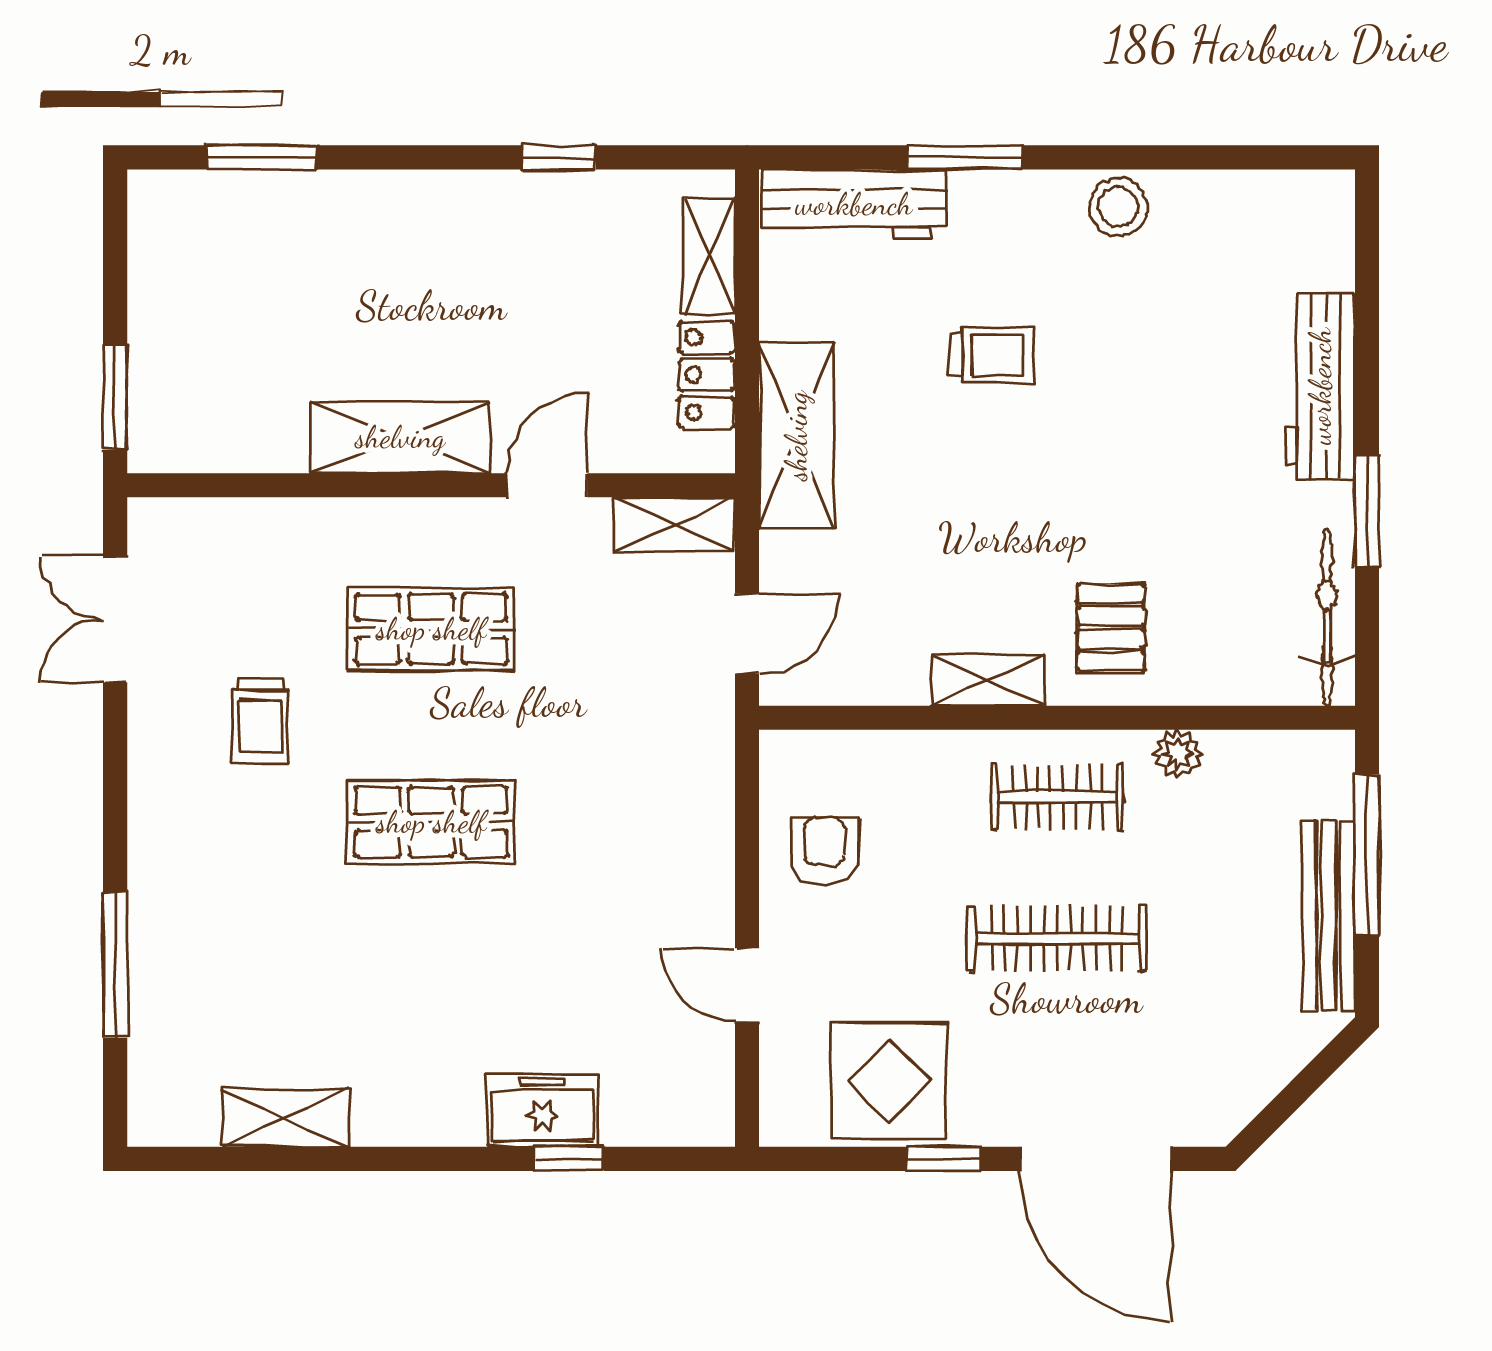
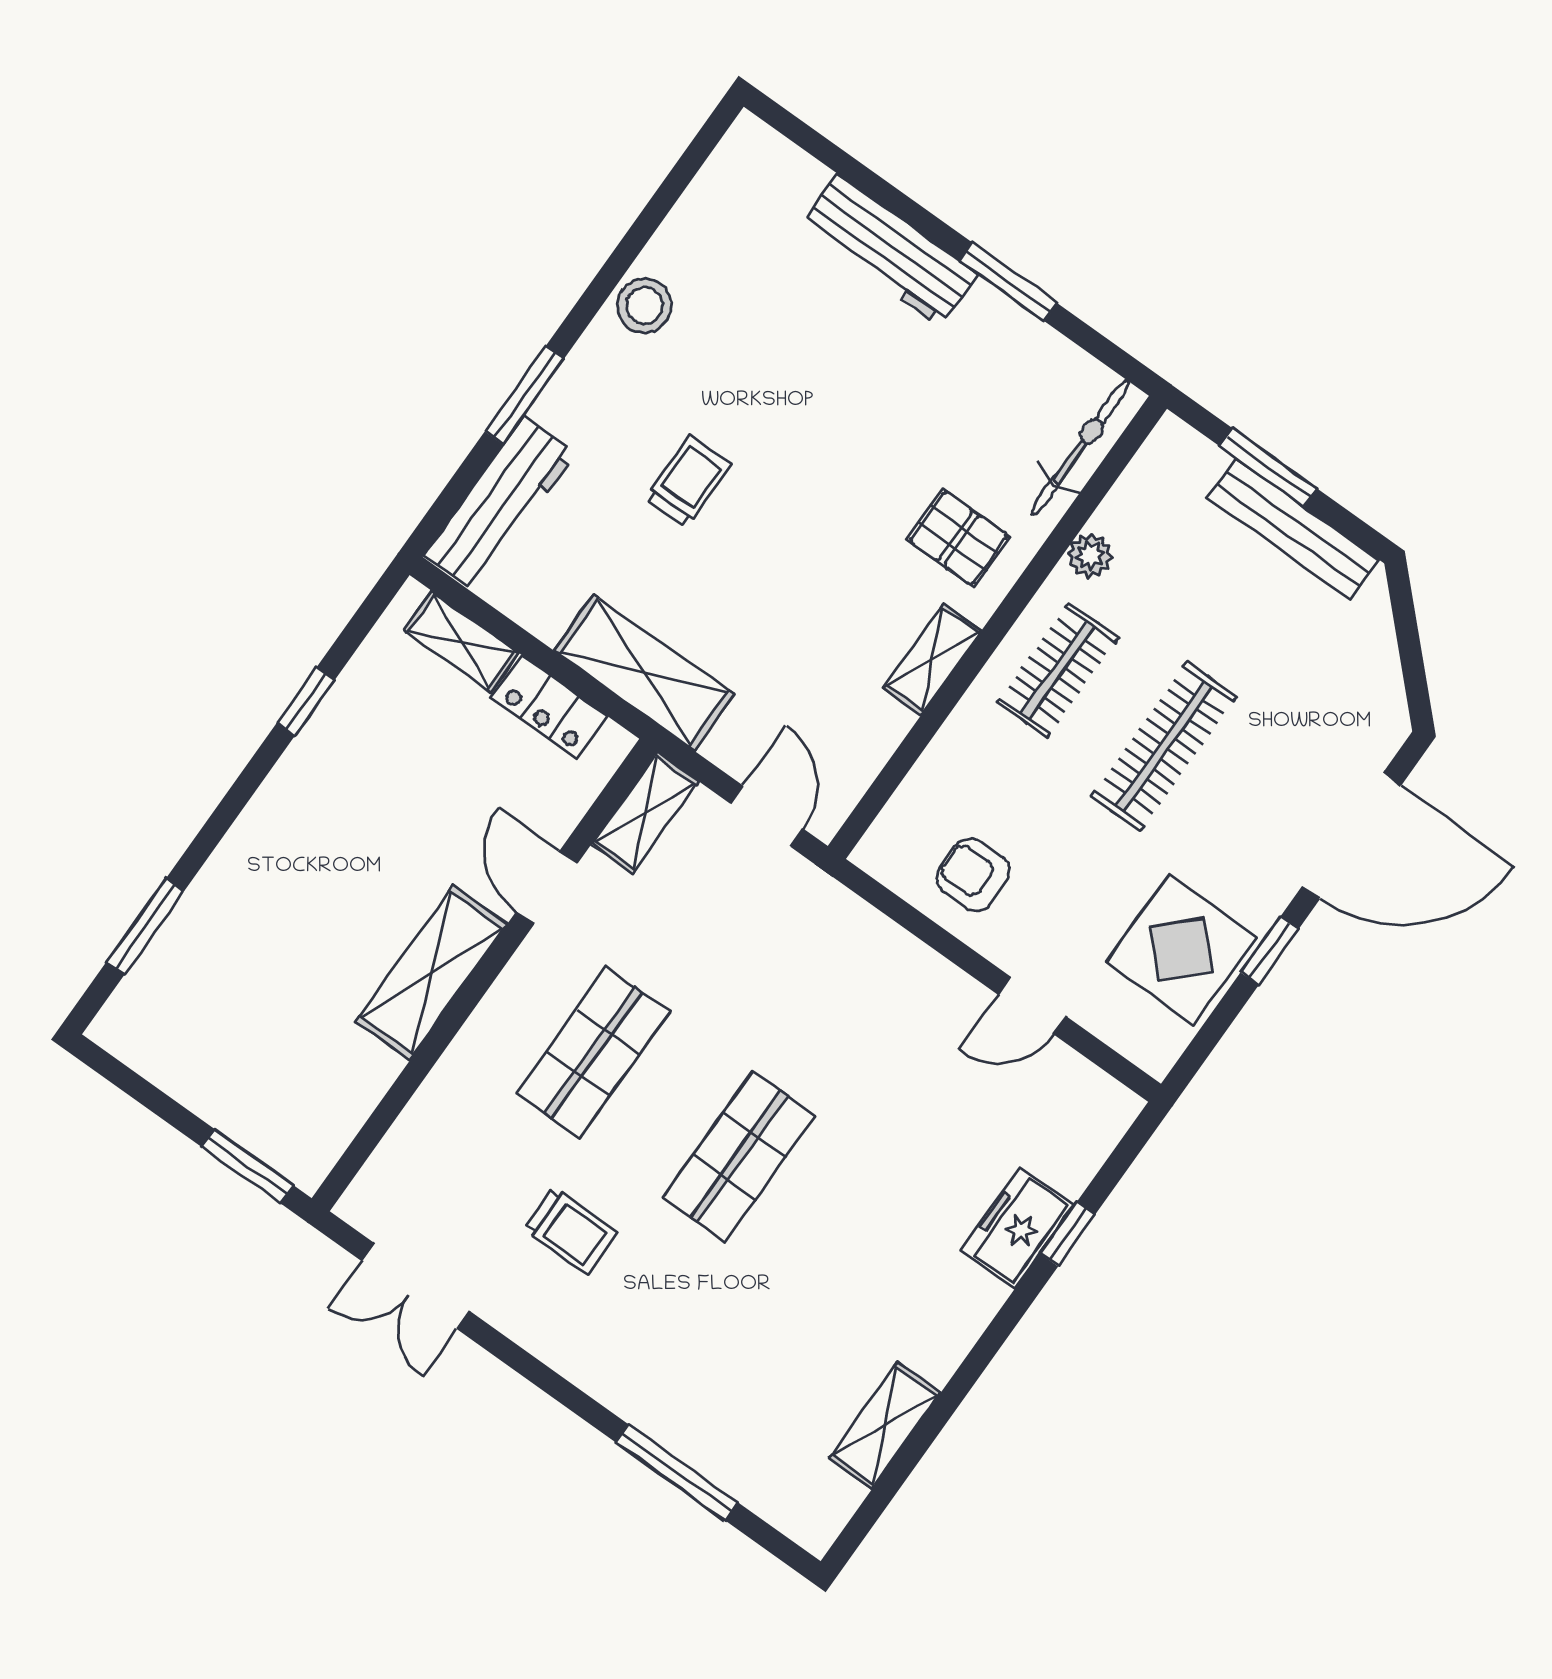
bicycle: (1327, 617) -> (1080, 448), moved, turned 90
window: (1367, 855) -> (1268, 467), width x0.69

